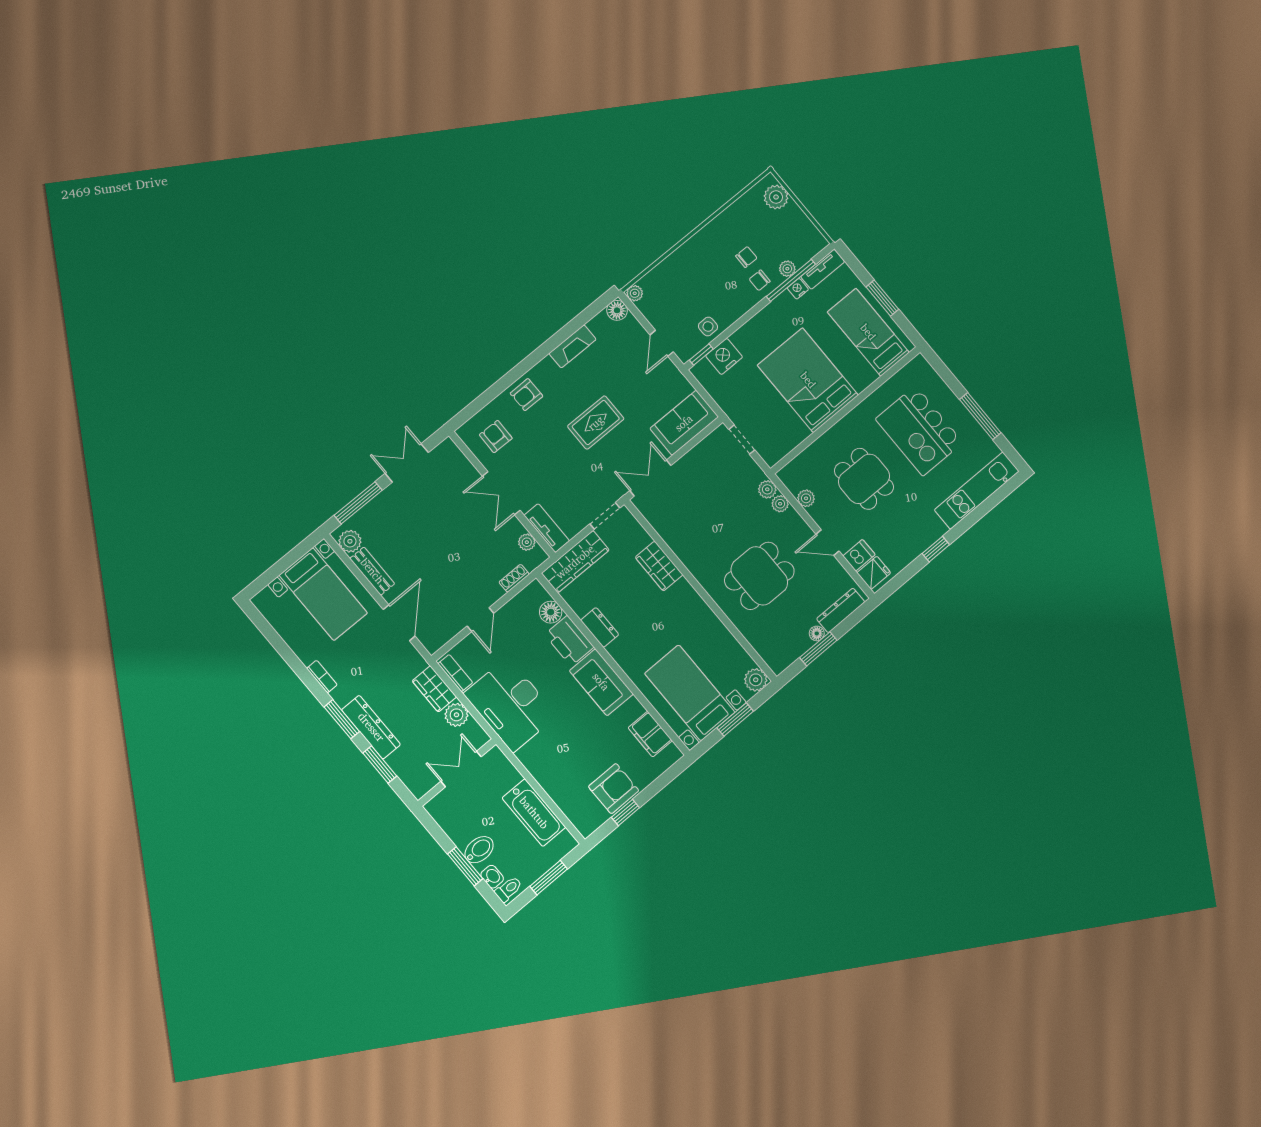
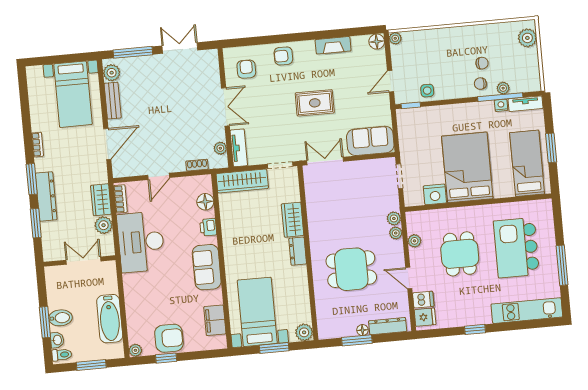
nightstand: (724, 356) -> (435, 194), moved, turned 180
double door: (501, 493) -> (225, 107), swing flipped
dresser: (600, 627) -> (298, 251), moved, turned 180
printer: (569, 641) -> (208, 227), width x0.53, depth x0.68
plant: (586, 828) -> (135, 350), added

